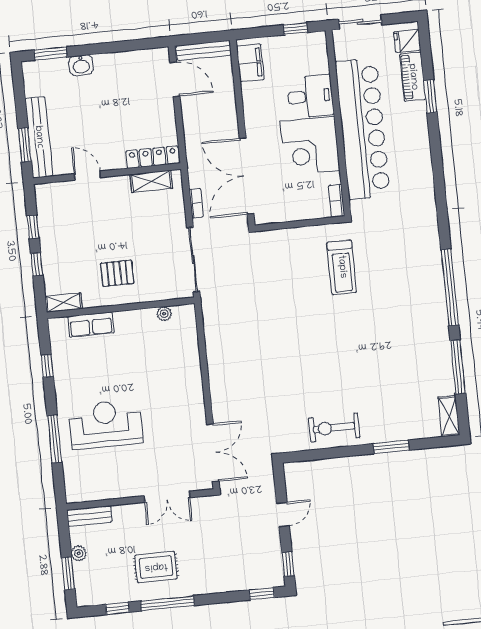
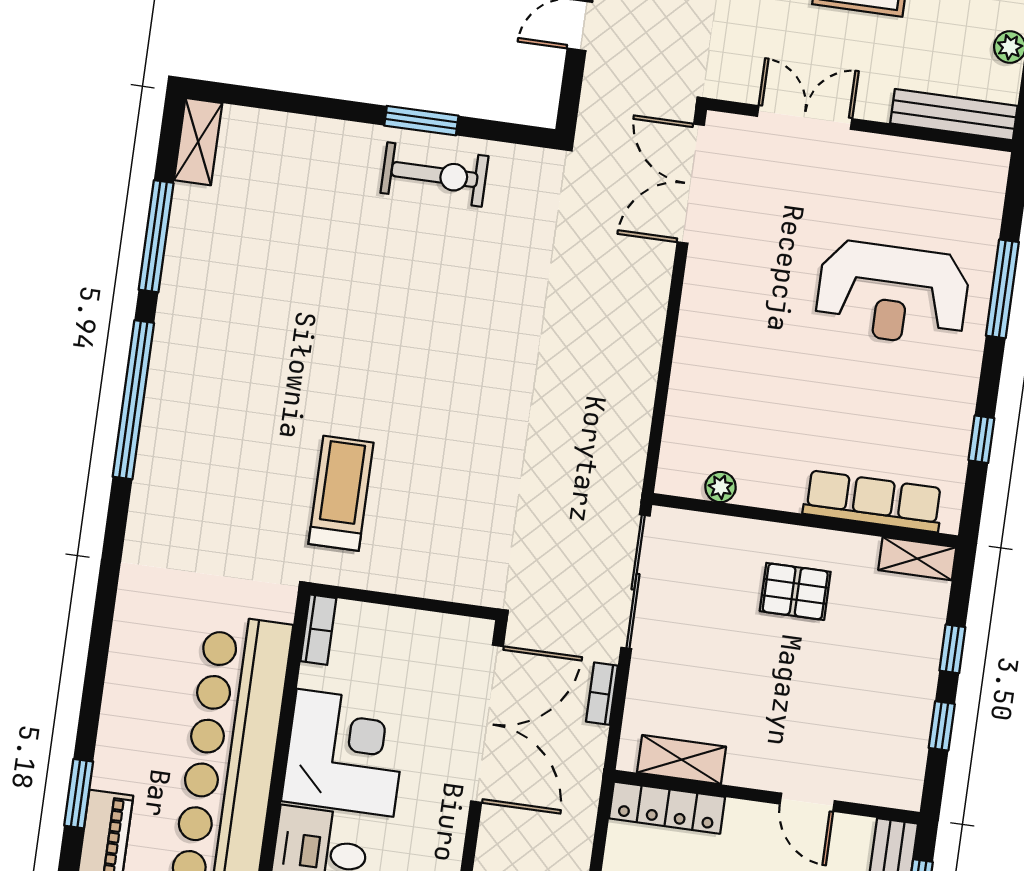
row of seats: (91, 325) -> (873, 501), width x1.48
window: (391, 447) -> (421, 121), moved
bench: (89, 516) -> (954, 115), width x1.36

